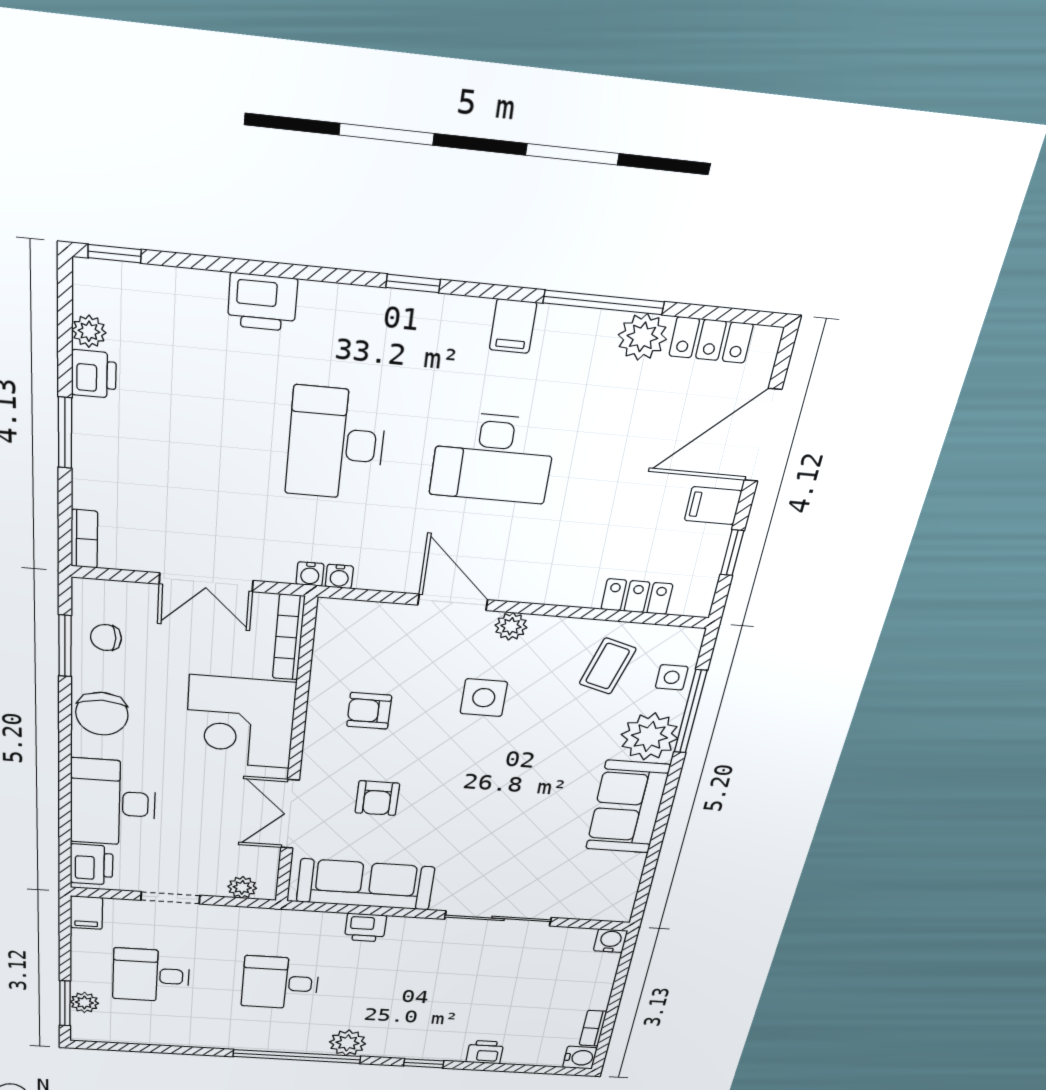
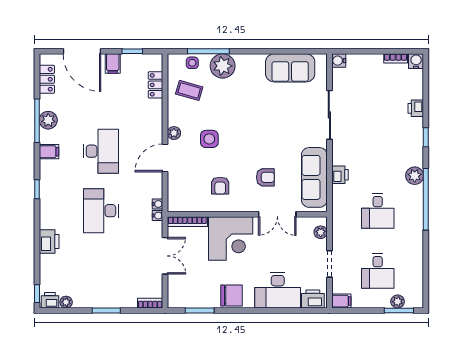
plant: (642, 337) -> (48, 120), moved
printer: (94, 374) -> (50, 300), moved
desk: (336, 444) -> (101, 211), turned 90
chair: (106, 638) -> (194, 294), removed
sofa: (628, 807) -> (290, 68), moved

